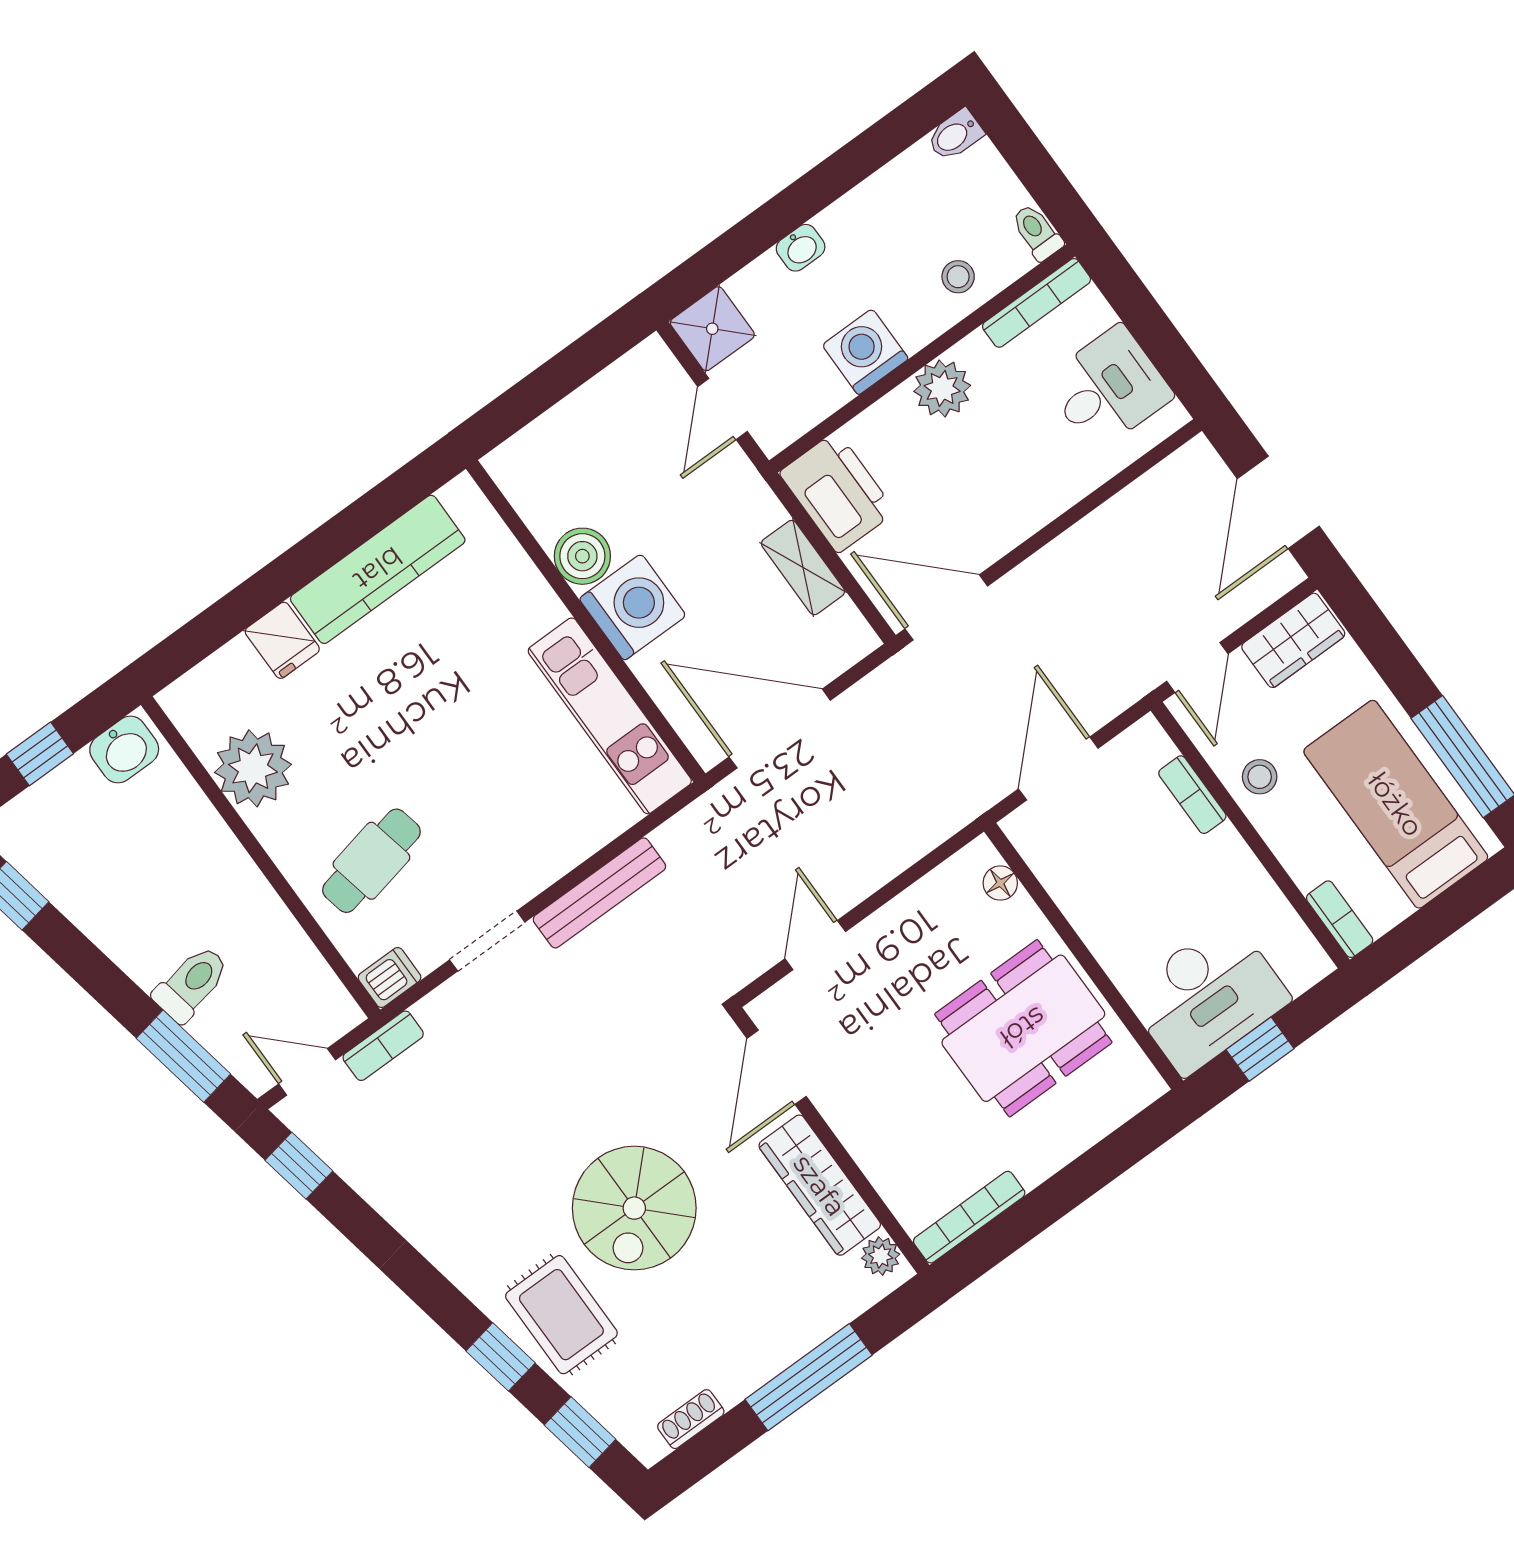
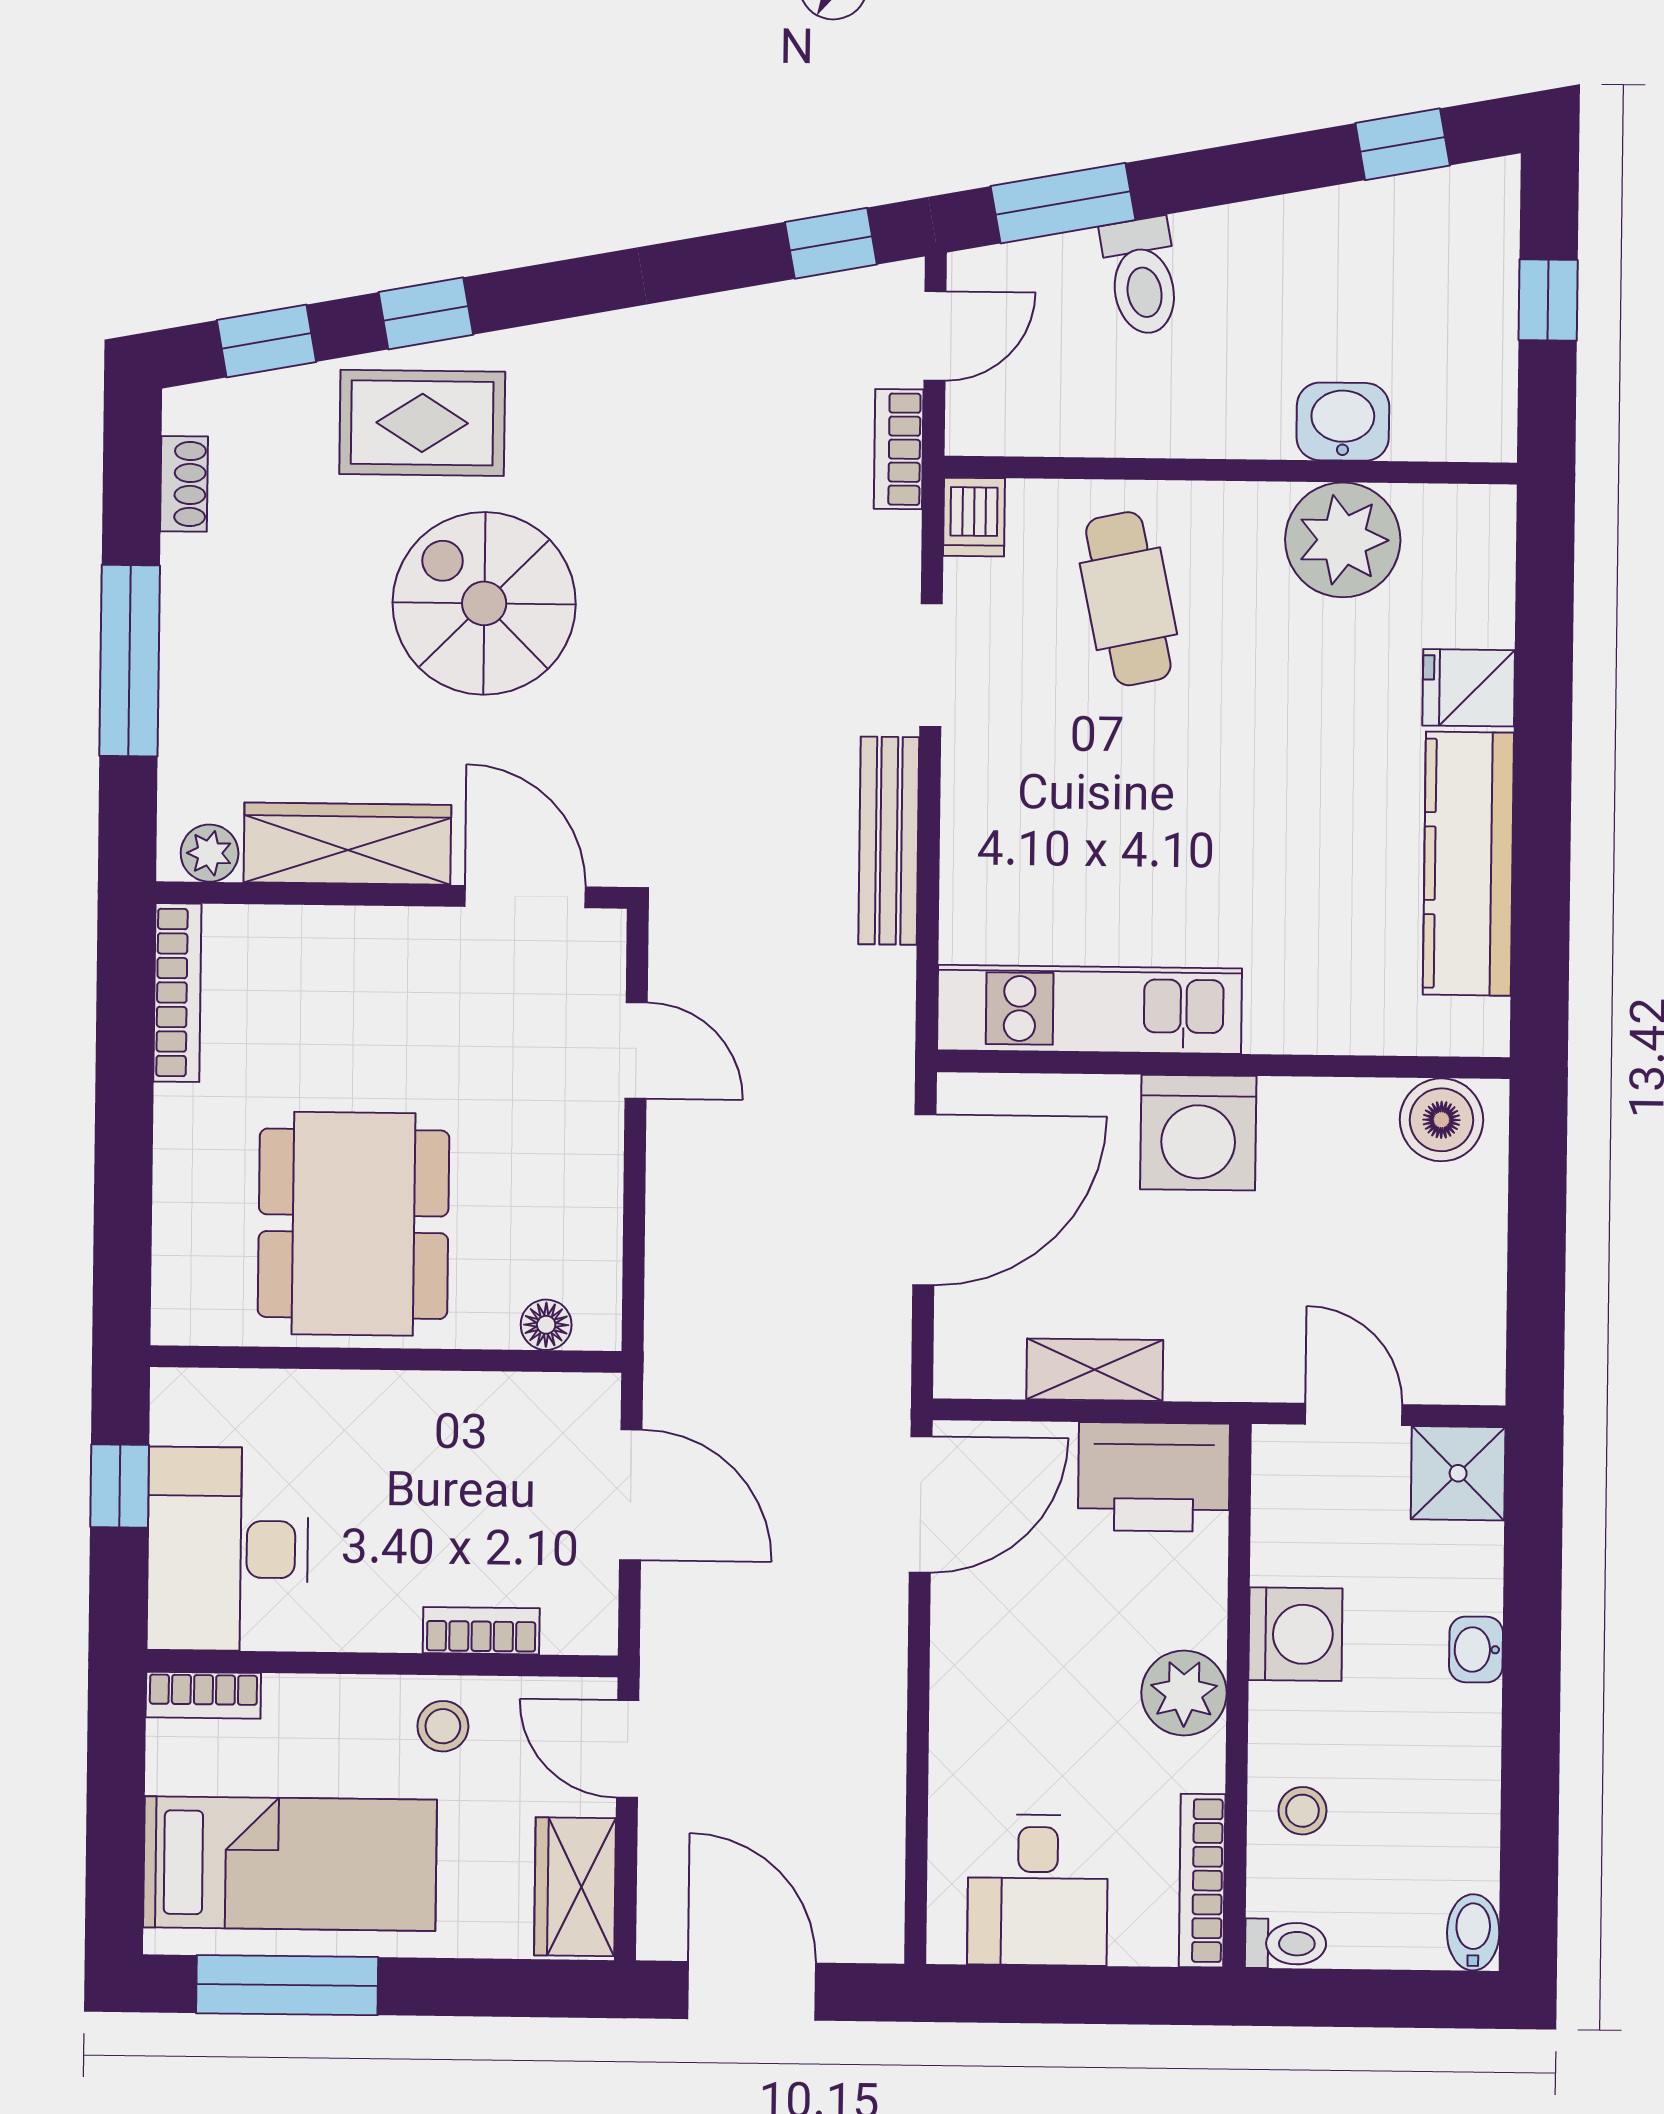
boiler: (582, 556) -> (1441, 1120), moved
washbasin: (124, 749) -> (1343, 422), moved, turned 90
desk: (1207, 997) -> (228, 1549), moved

